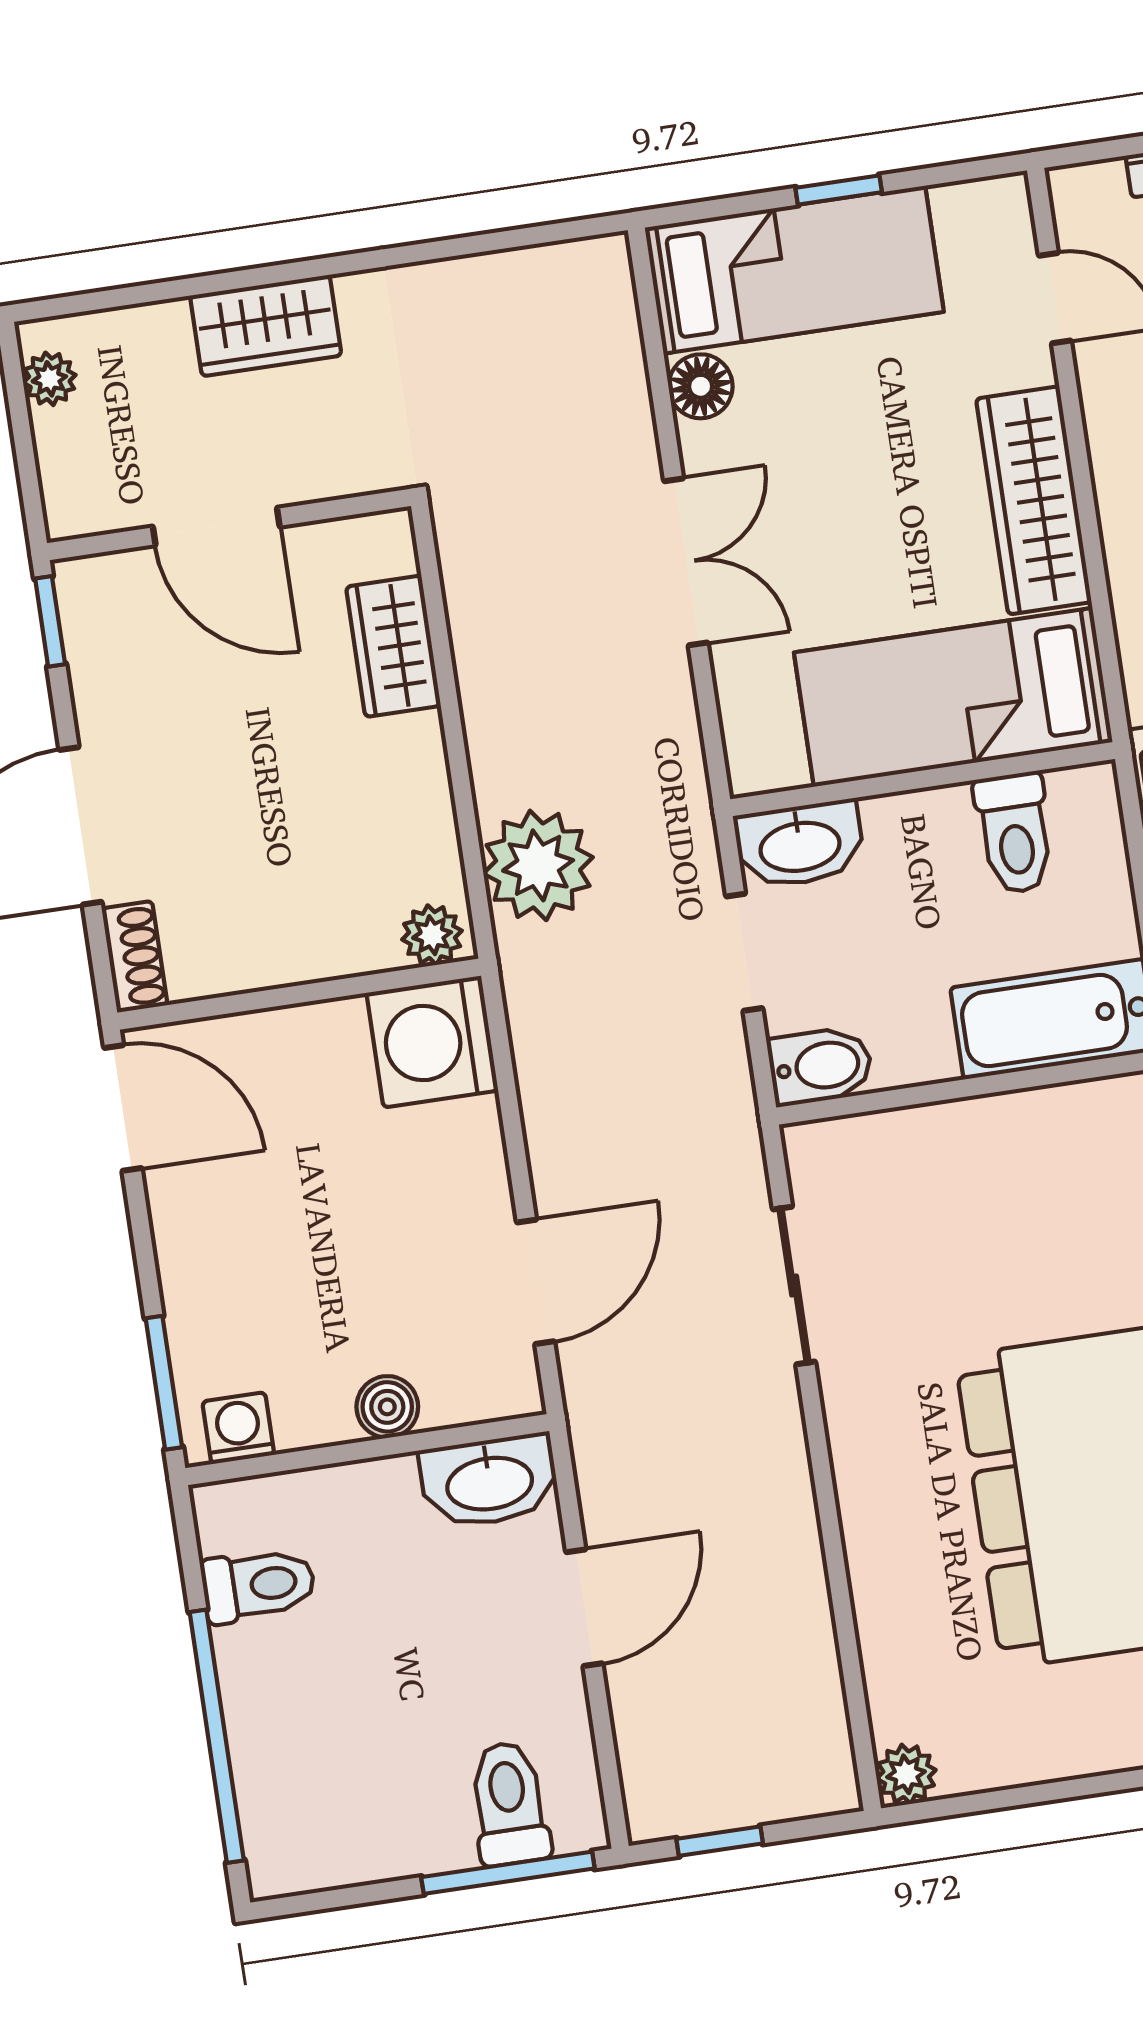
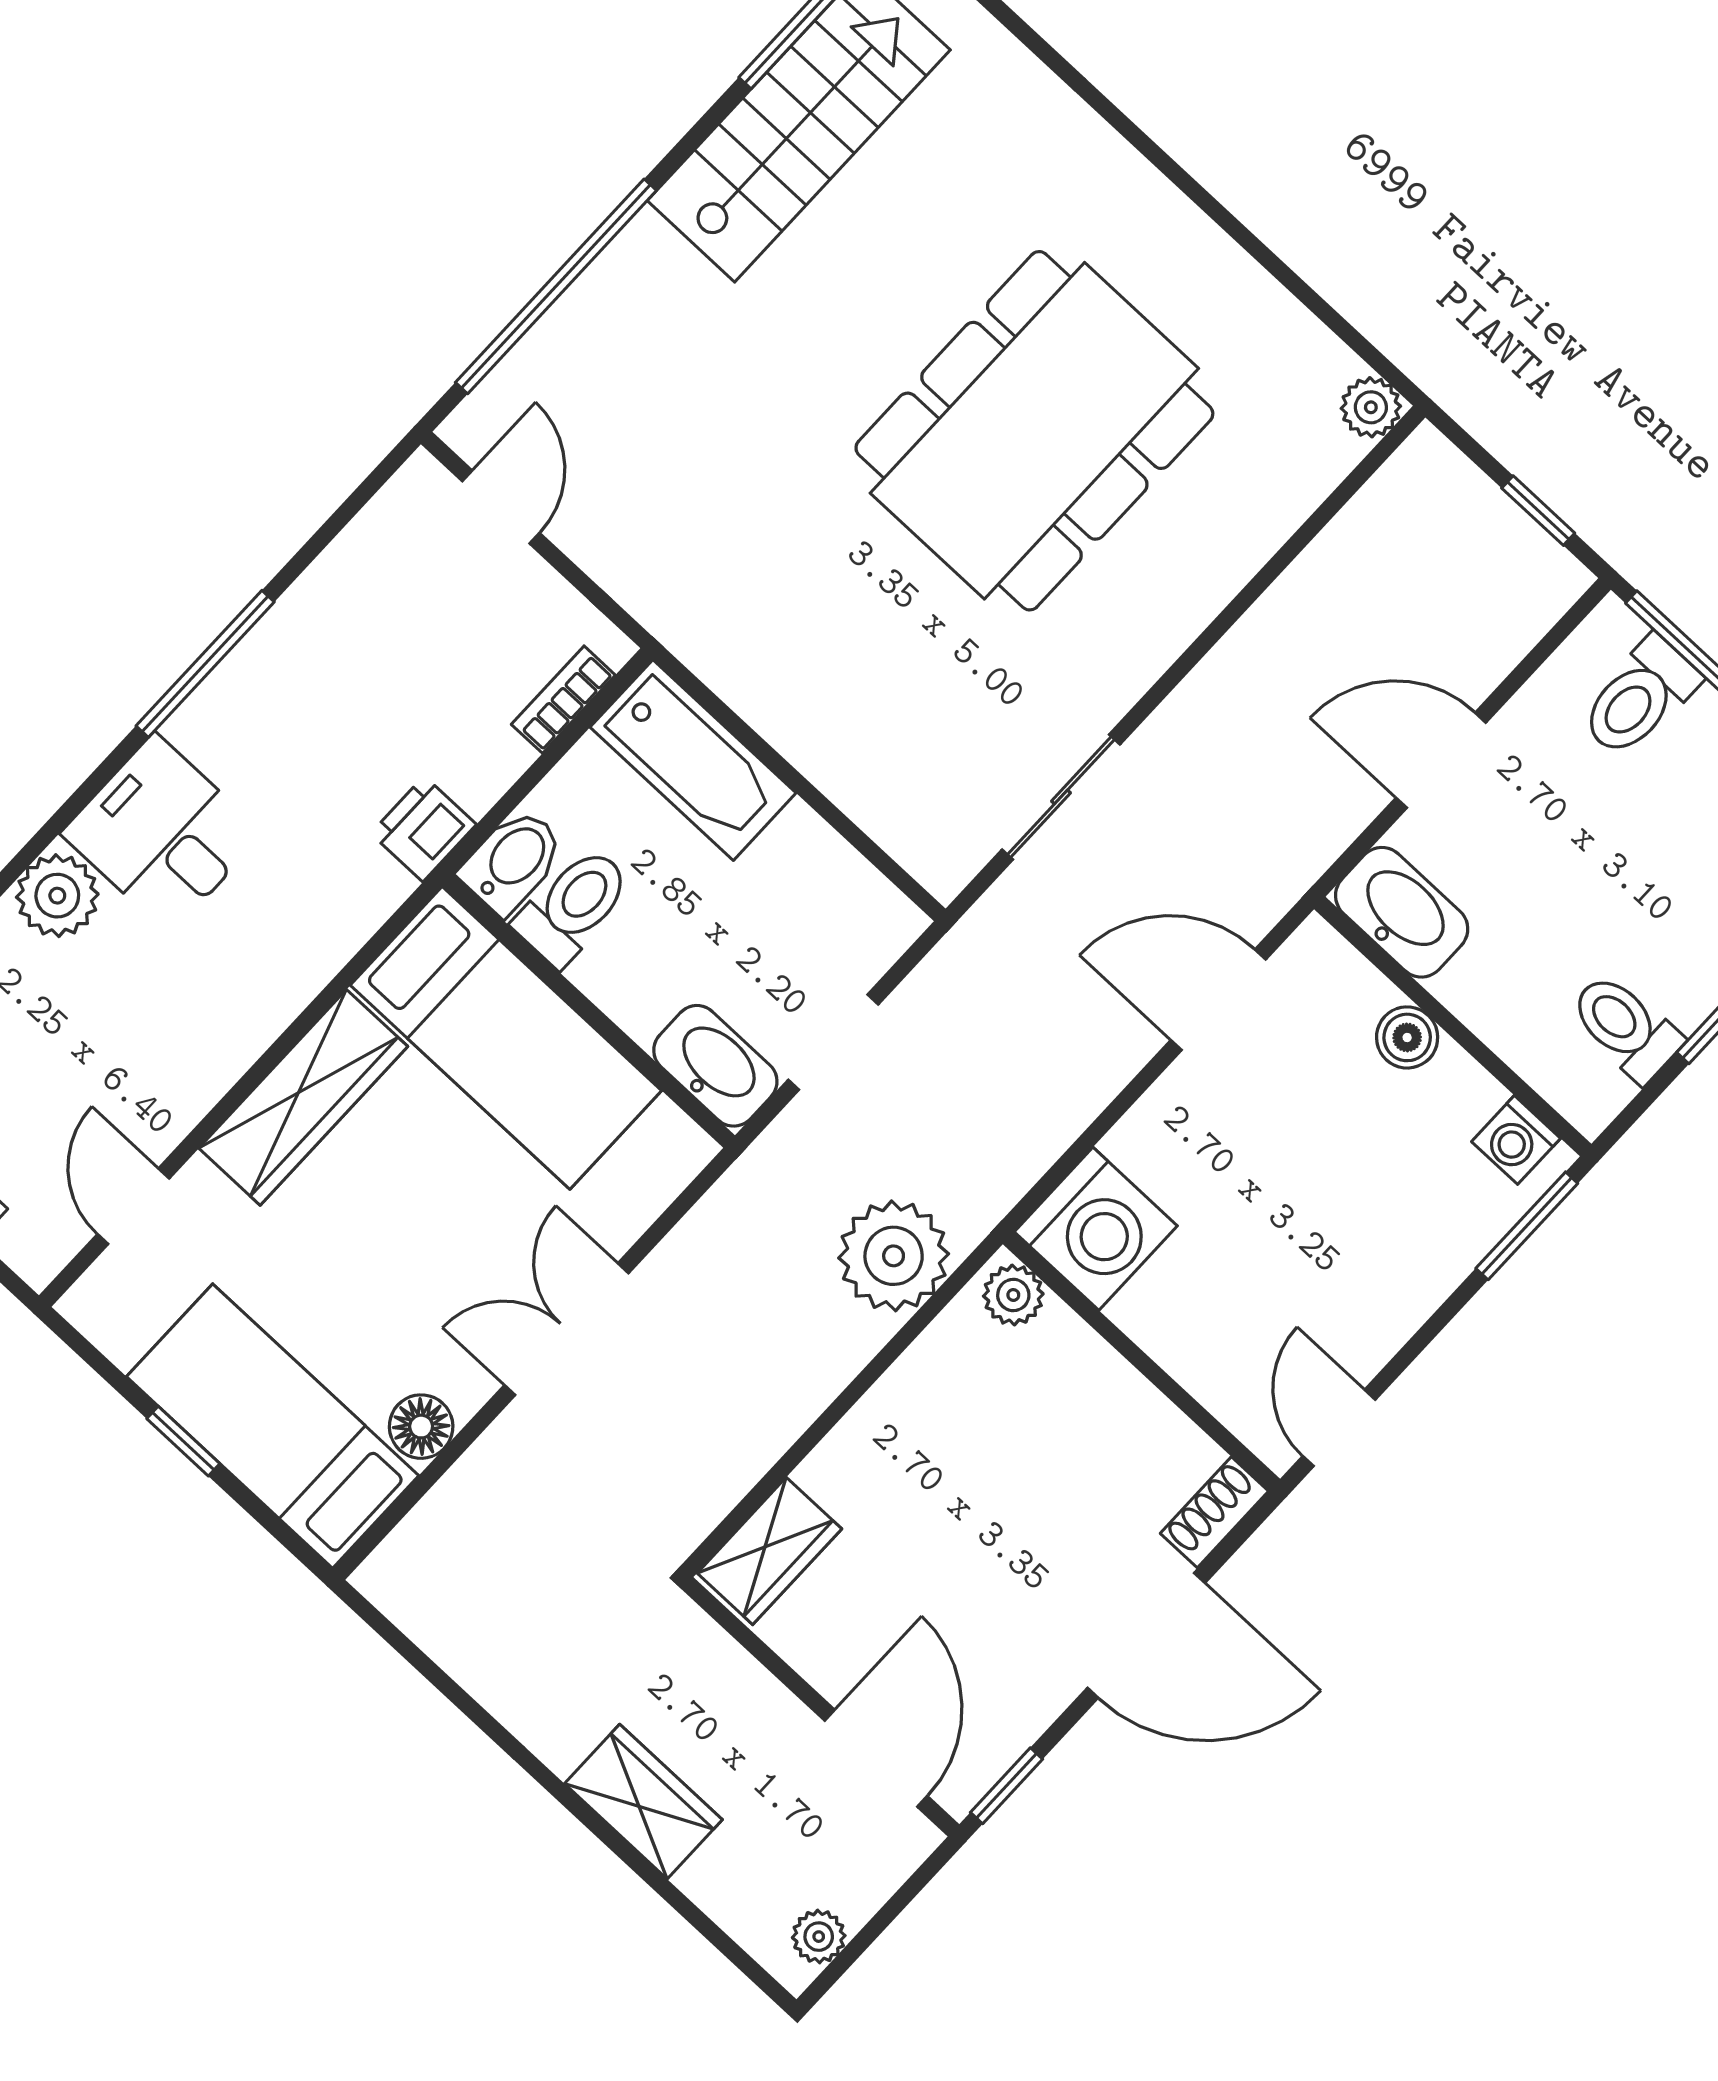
door: (216, 527) -> (876, 1758), moved
wardrobe: (393, 646) -> (769, 1551), moved
bidet: (820, 1066) -> (513, 861), moved, turned 90
door: (123, 1108) -> (1339, 1428), width x0.73

